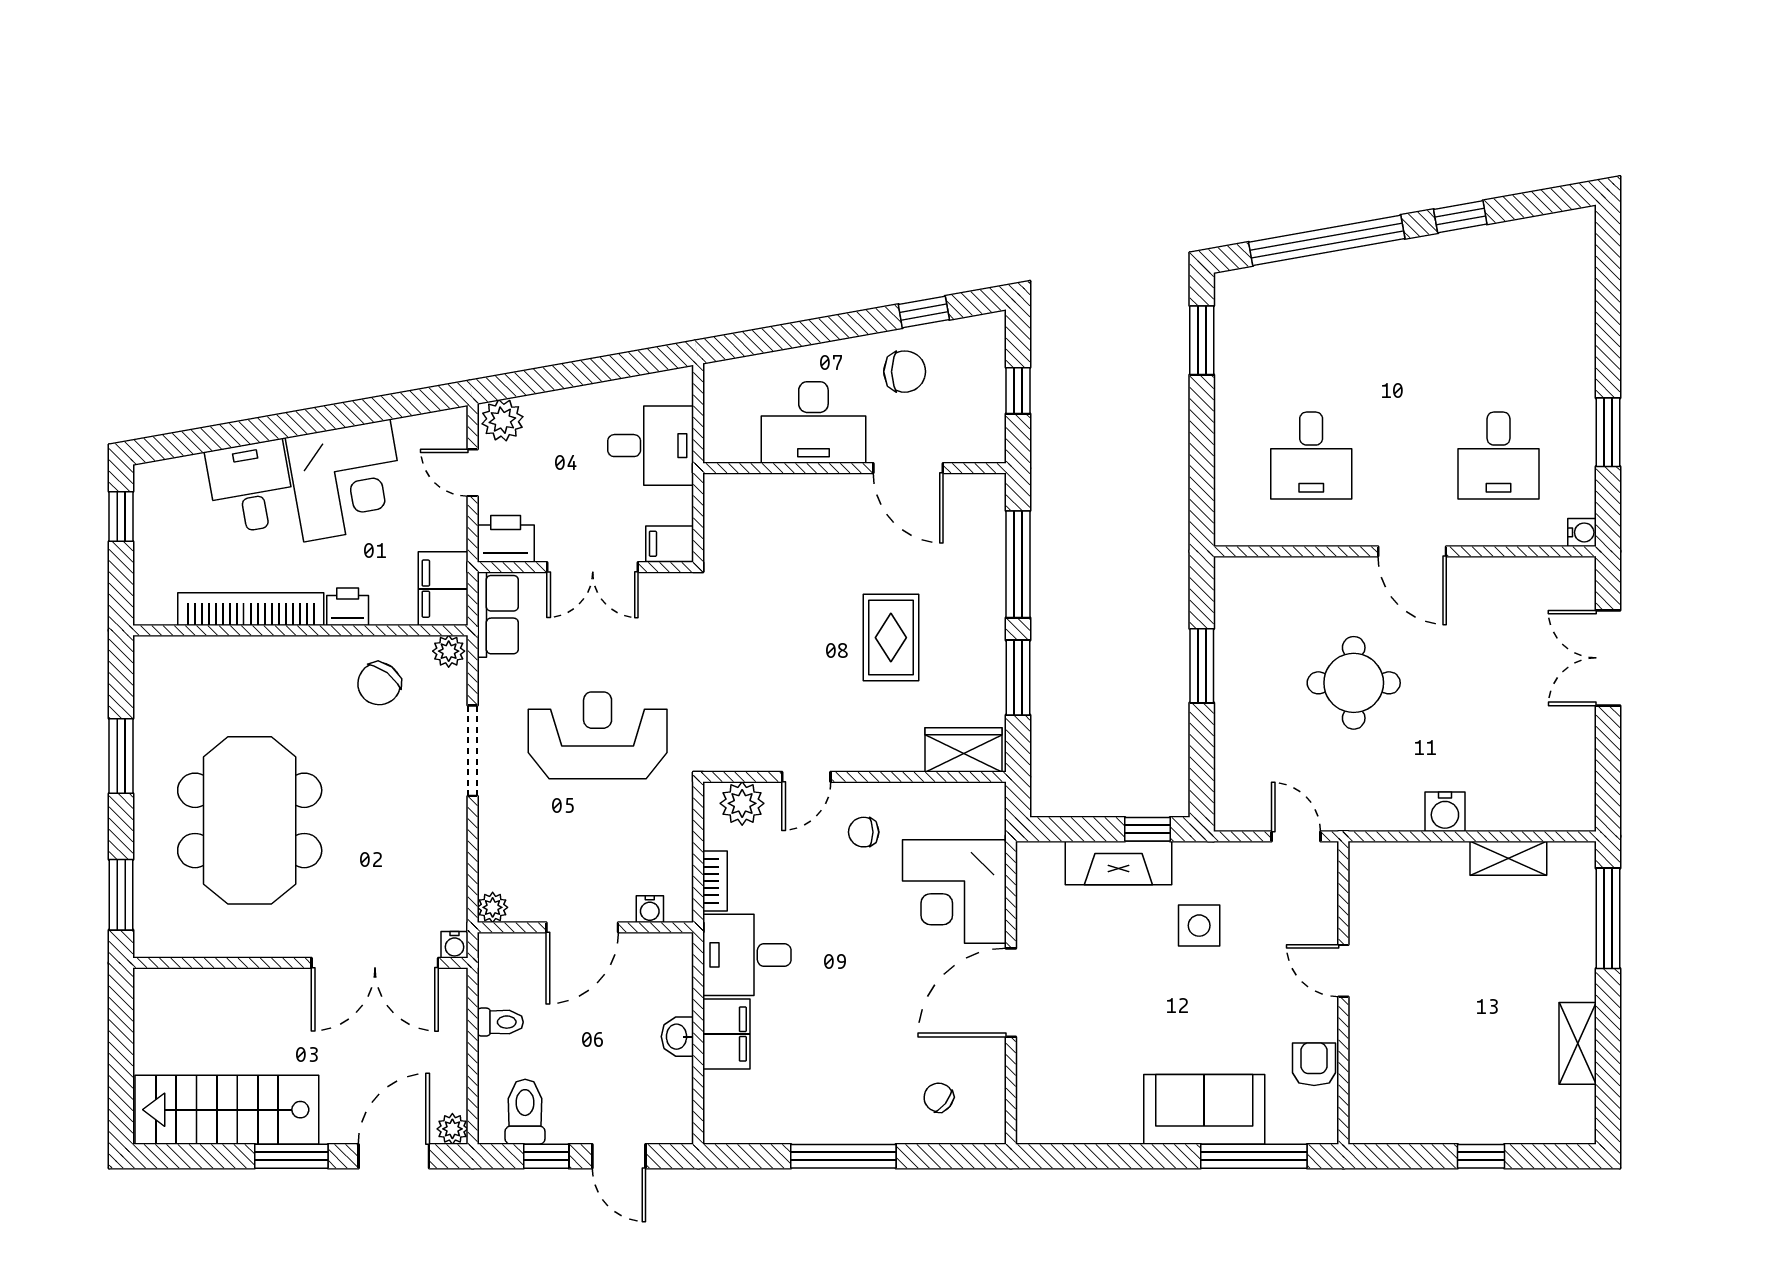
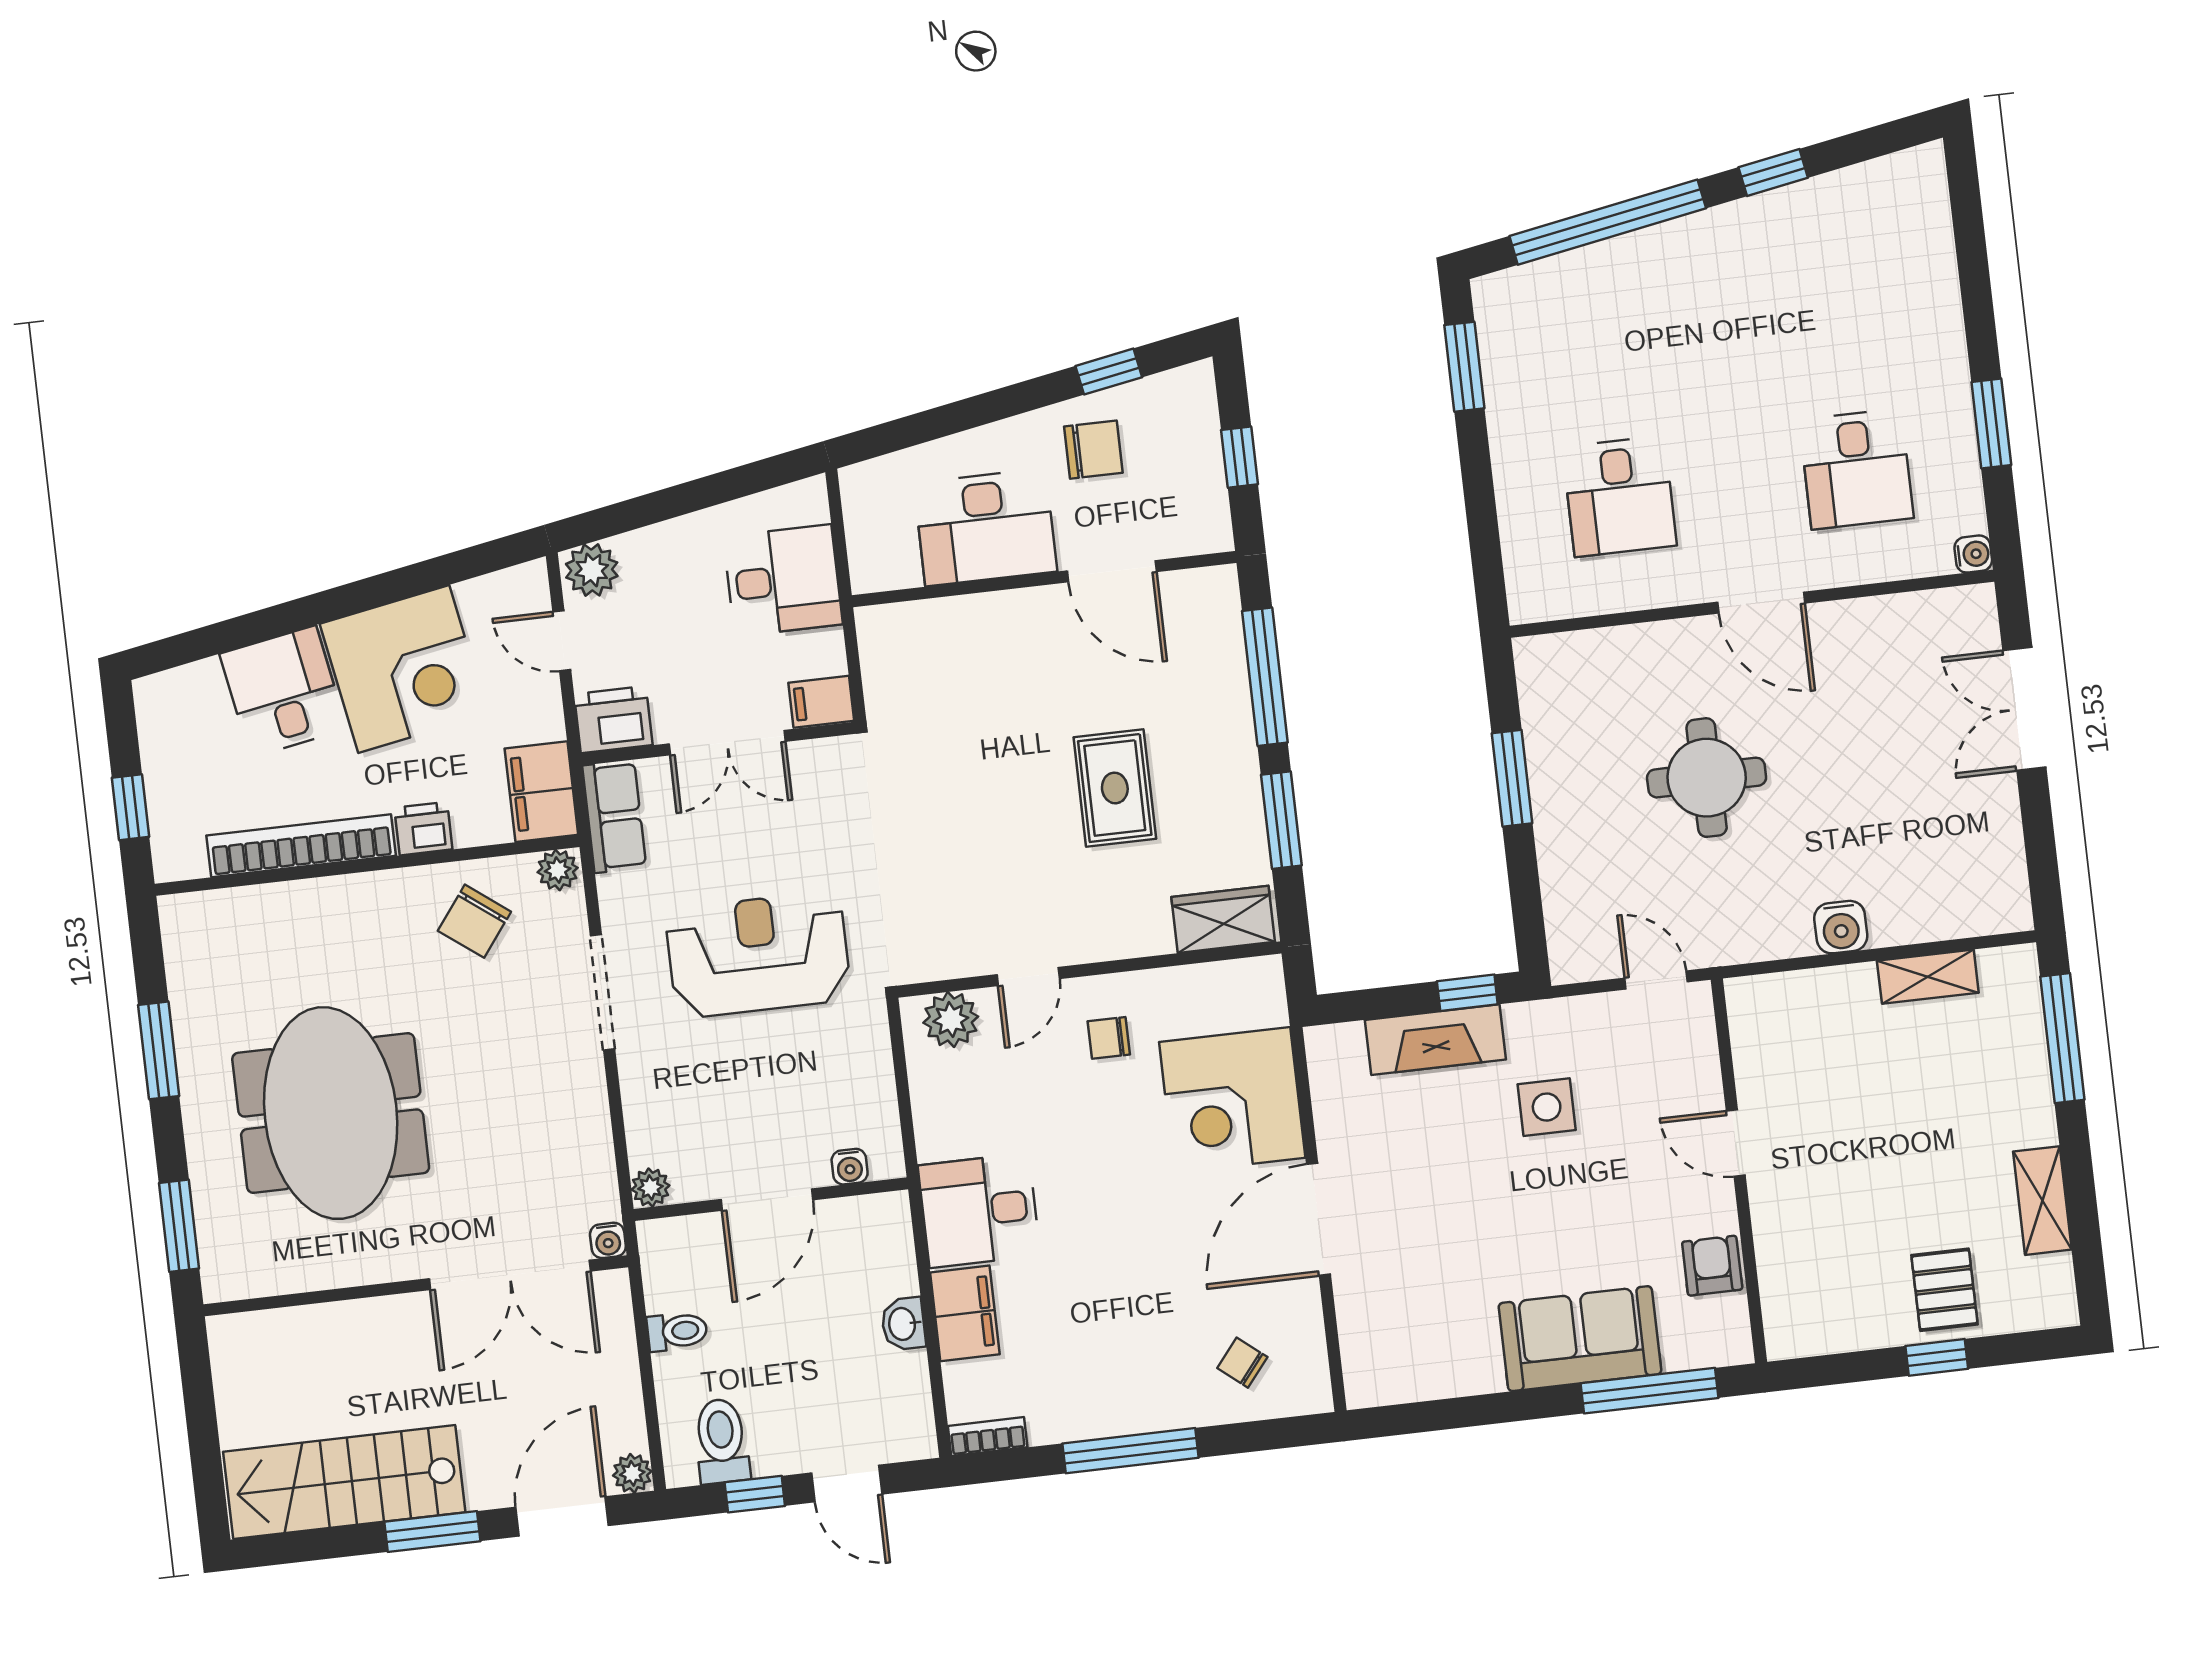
window: (121, 516) -> (131, 807), moved
bookcase: (715, 881) -> (988, 1437), moved, turned -90
pallet: (1493, 1104) -> (1945, 1290), added

